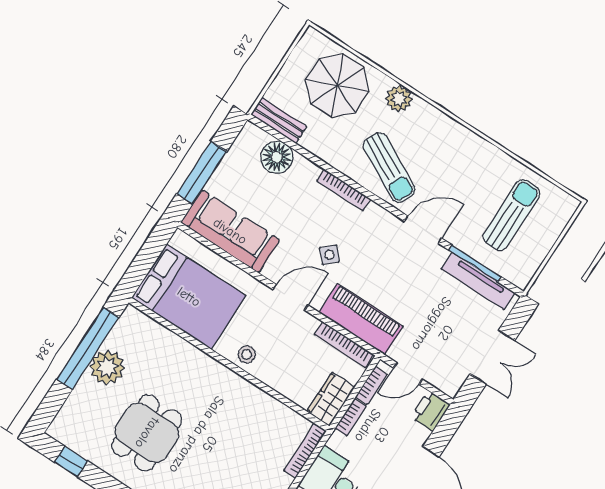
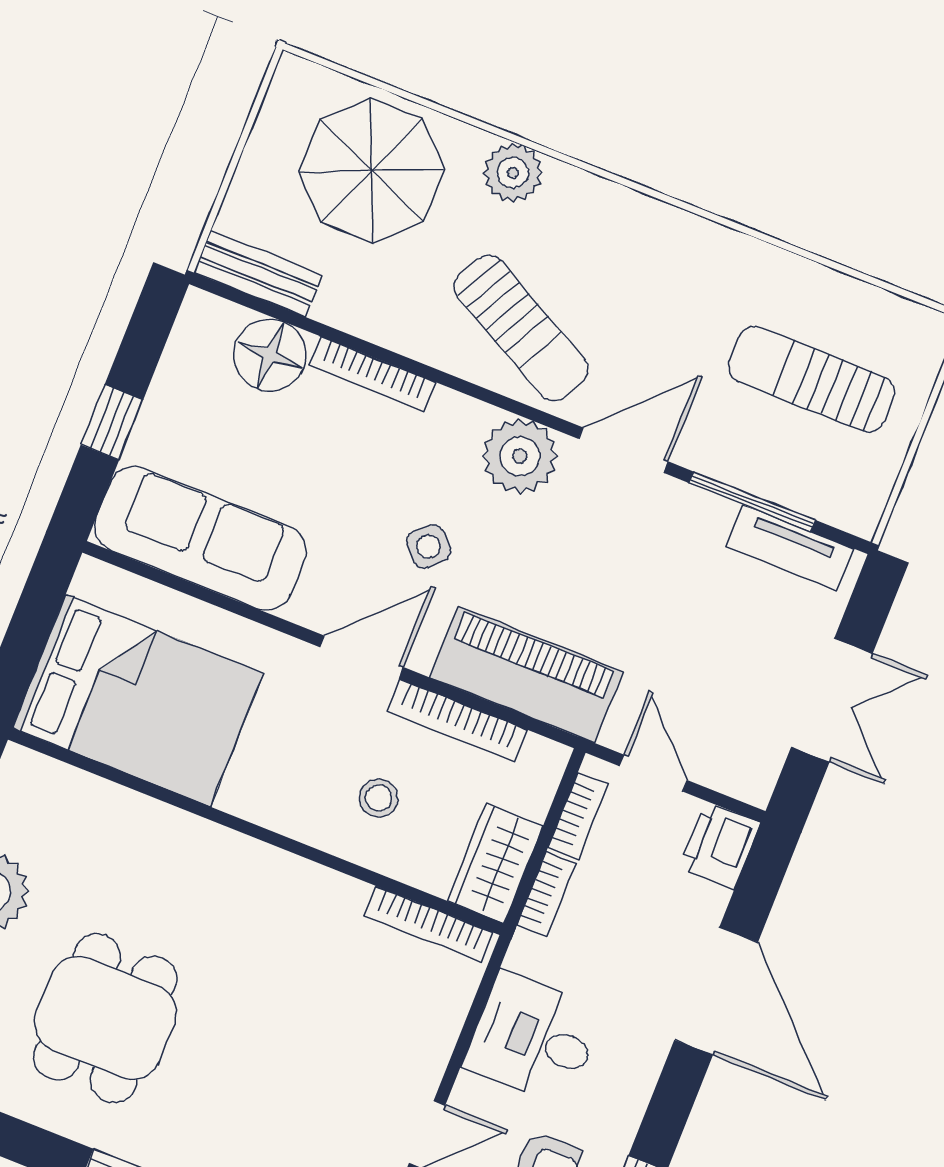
window: (202, 173) -> (112, 422), width x0.46
bookcase: (344, 190) -> (372, 374), moved
sun lounger: (511, 215) -> (811, 379), turned -90
plant: (377, 223) -> (520, 456), added
tv unit: (478, 281) -> (789, 548), width x0.71
bookcase: (344, 345) -> (457, 721), moved
stool: (247, 354) -> (379, 798), moved
door: (408, 374) -> (653, 773), swing flipped
bookcase: (305, 451) -> (429, 924), moved, turned -90

